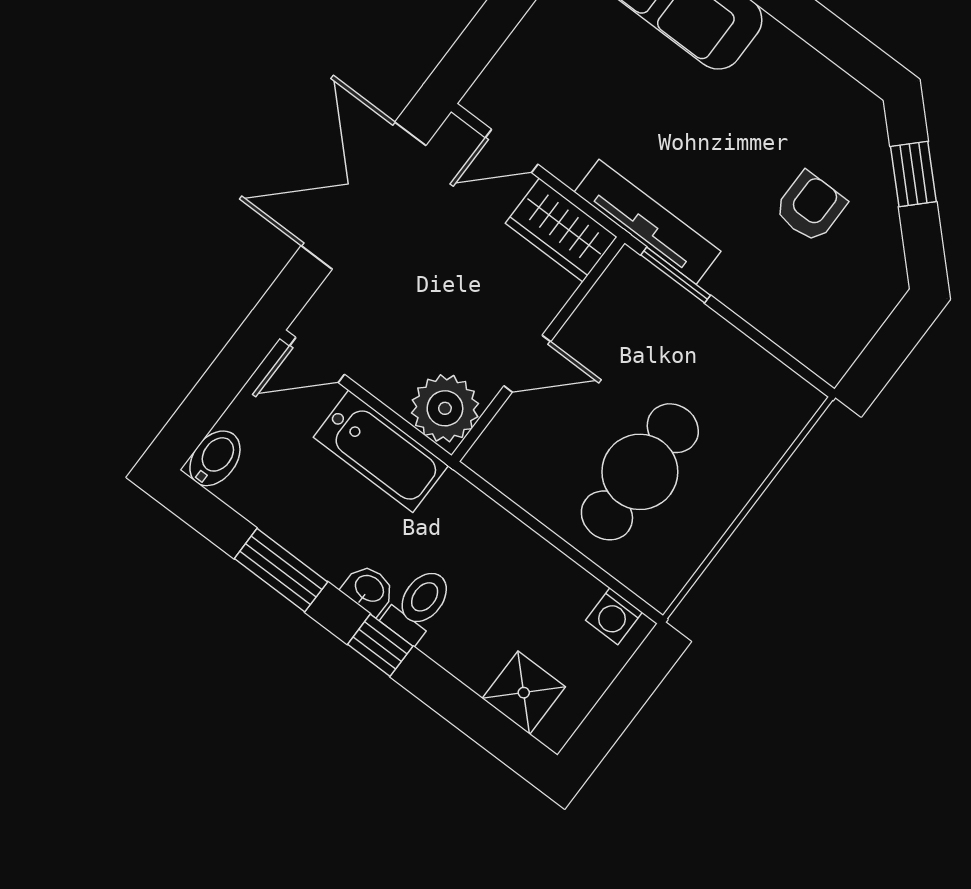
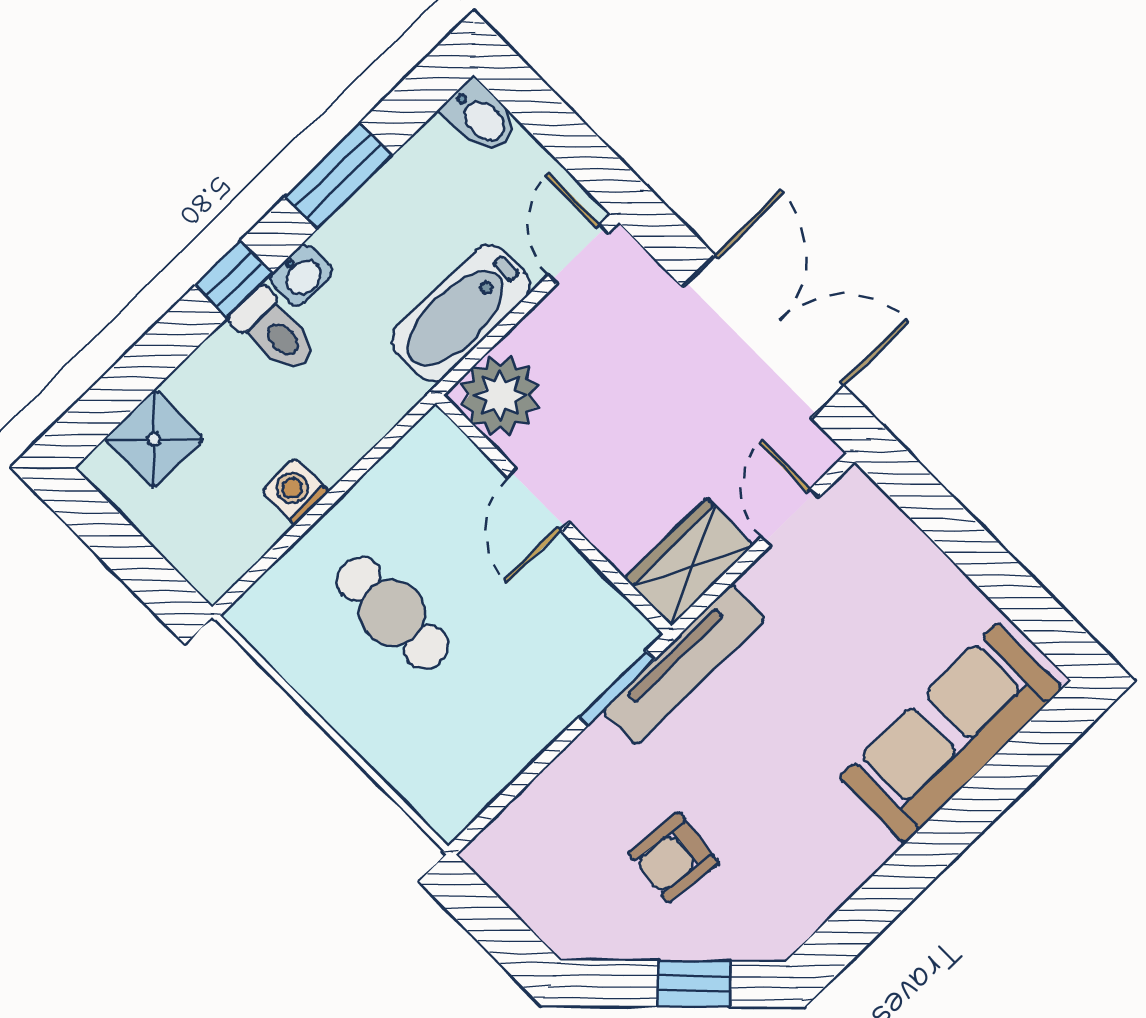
armchair: (810, 207) -> (673, 858), turned 96
cafe table: (640, 472) -> (392, 613), width x0.73, depth x0.74
washing machine: (614, 616) -> (295, 491), moved

